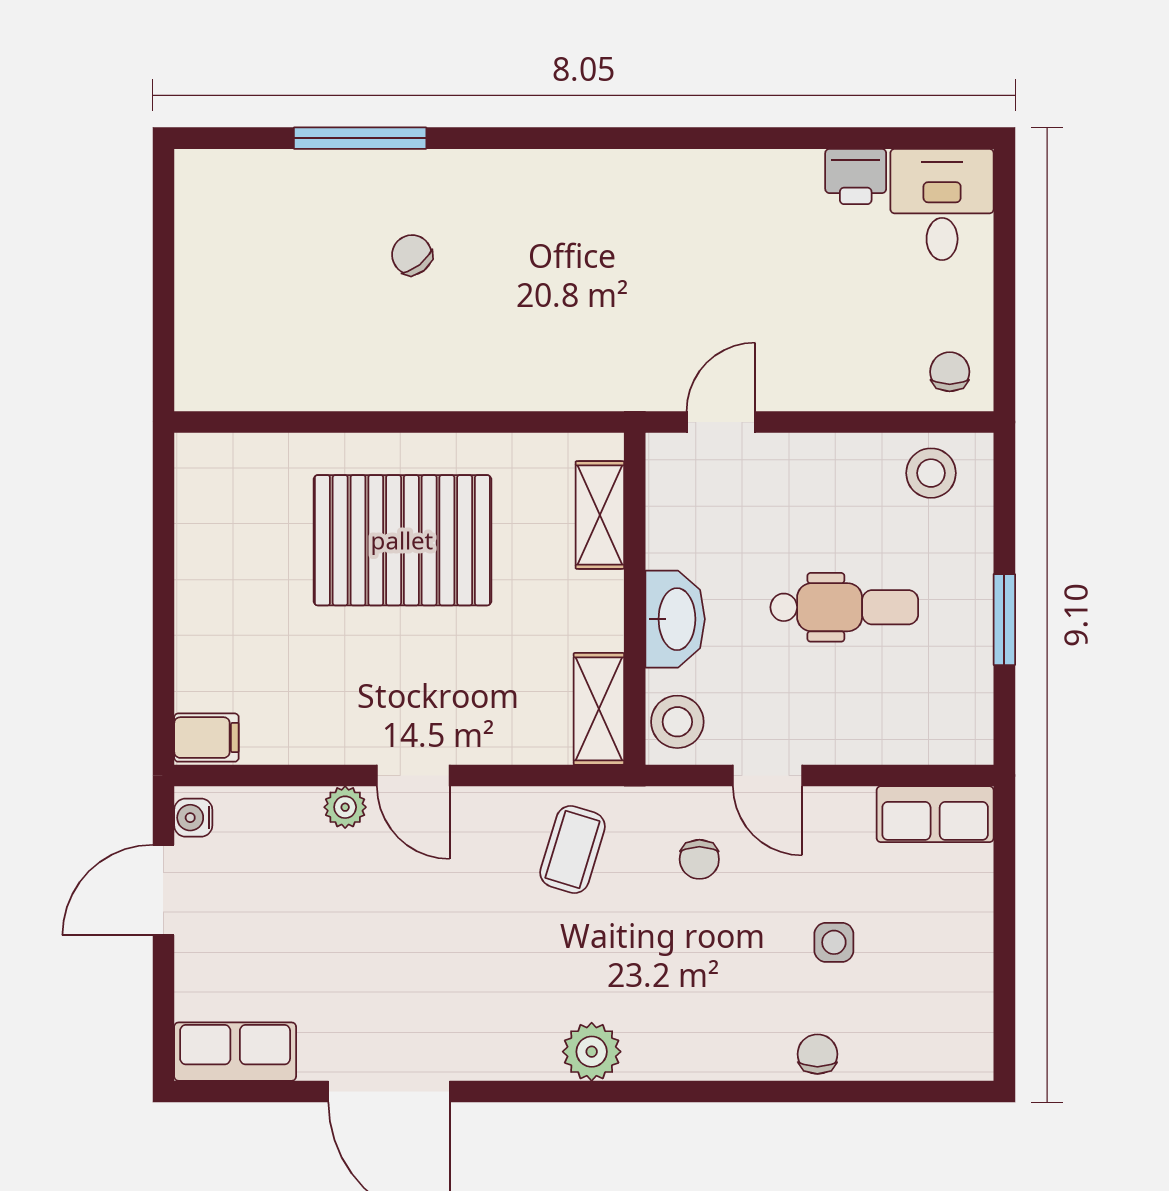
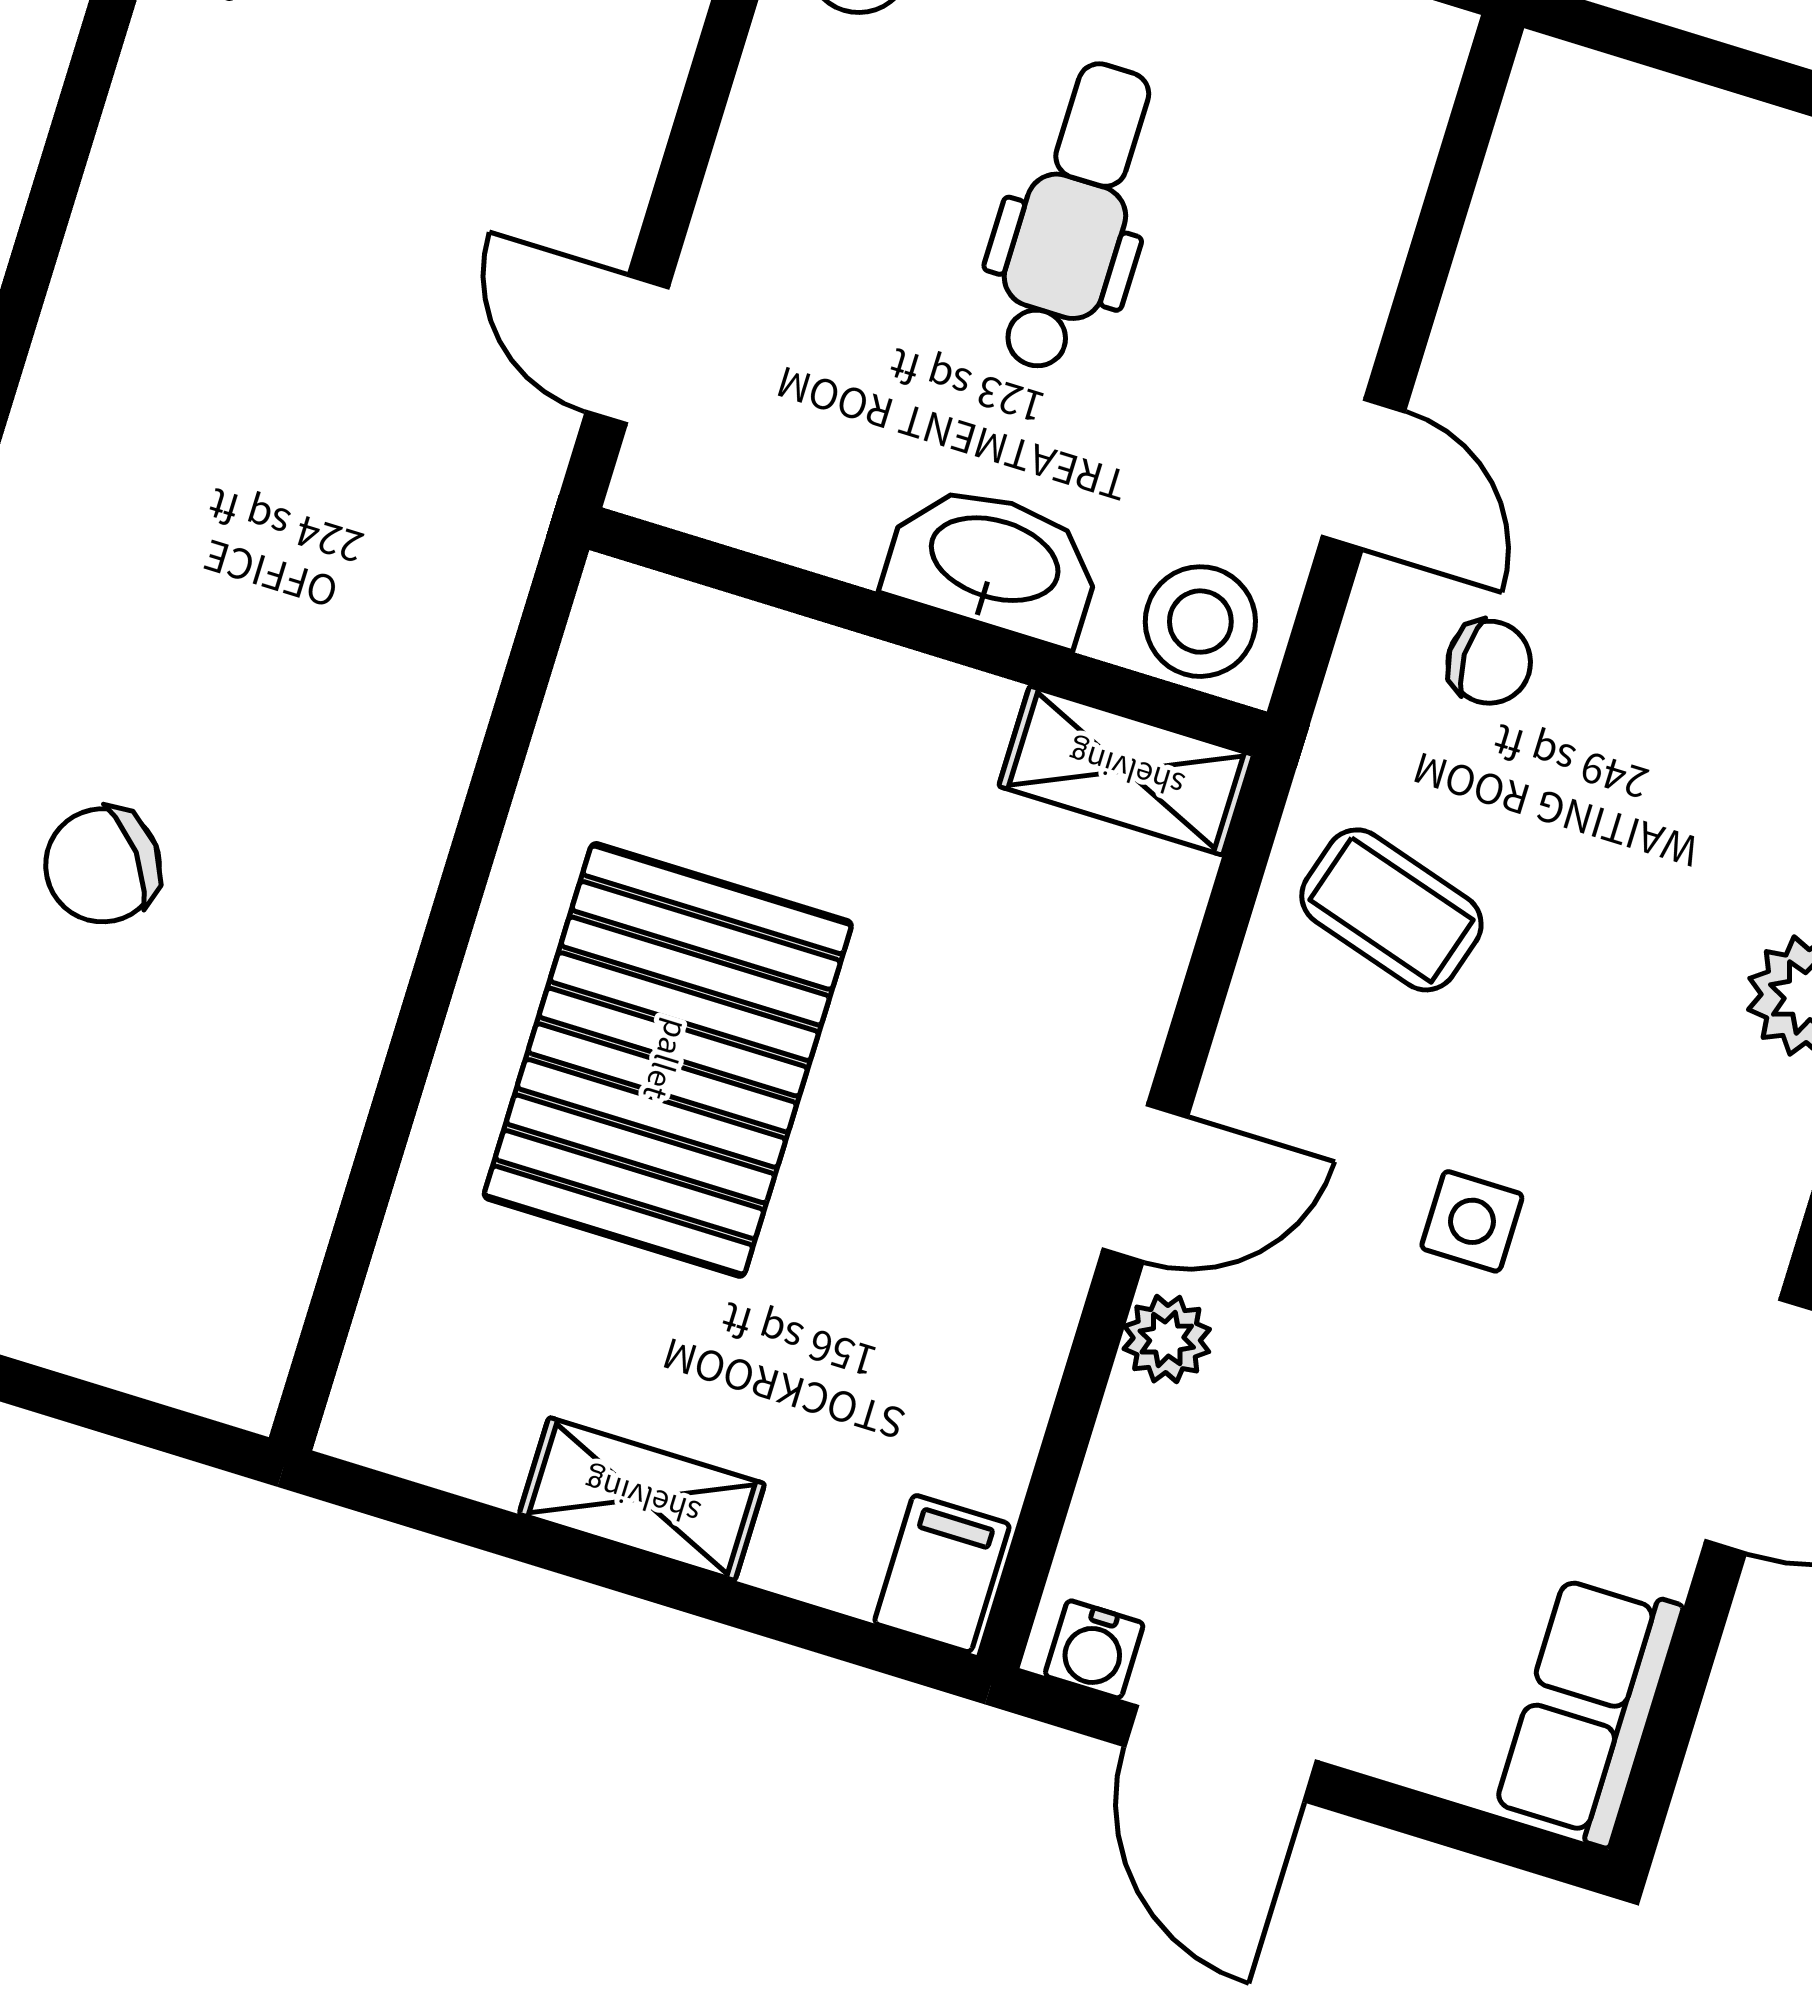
chair: (412, 255) -> (103, 865), width x1.37, depth x1.37
shelving: (600, 515) -> (642, 1499), moved
door: (768, 775) -> (1363, 474), hinge flipped
row of seats: (935, 814) -> (1544, 163), removed
side table: (834, 942) -> (1472, 1221), moved

